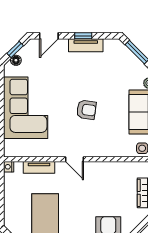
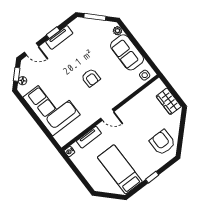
door: (49, 36) -> (31, 49), hinge flipped
armchair: (86, 110) -> (91, 78), turned 82

